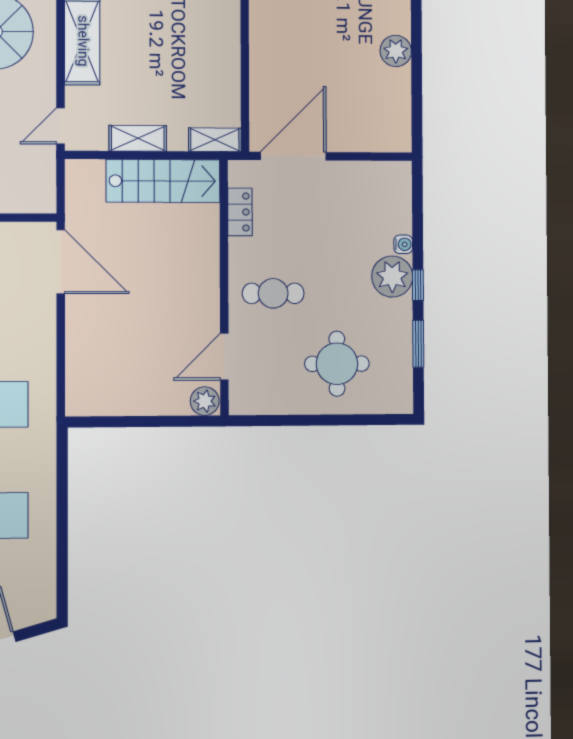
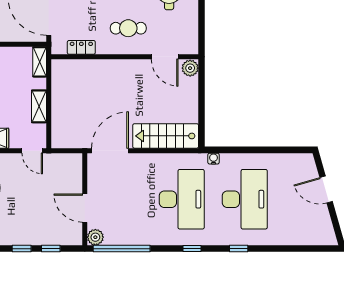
stairs: (163, 181) -> (166, 136), moved, turned -90
cafe table: (273, 293) -> (128, 28), turned 90
water cooler: (47, 443) -> (214, 159), added

